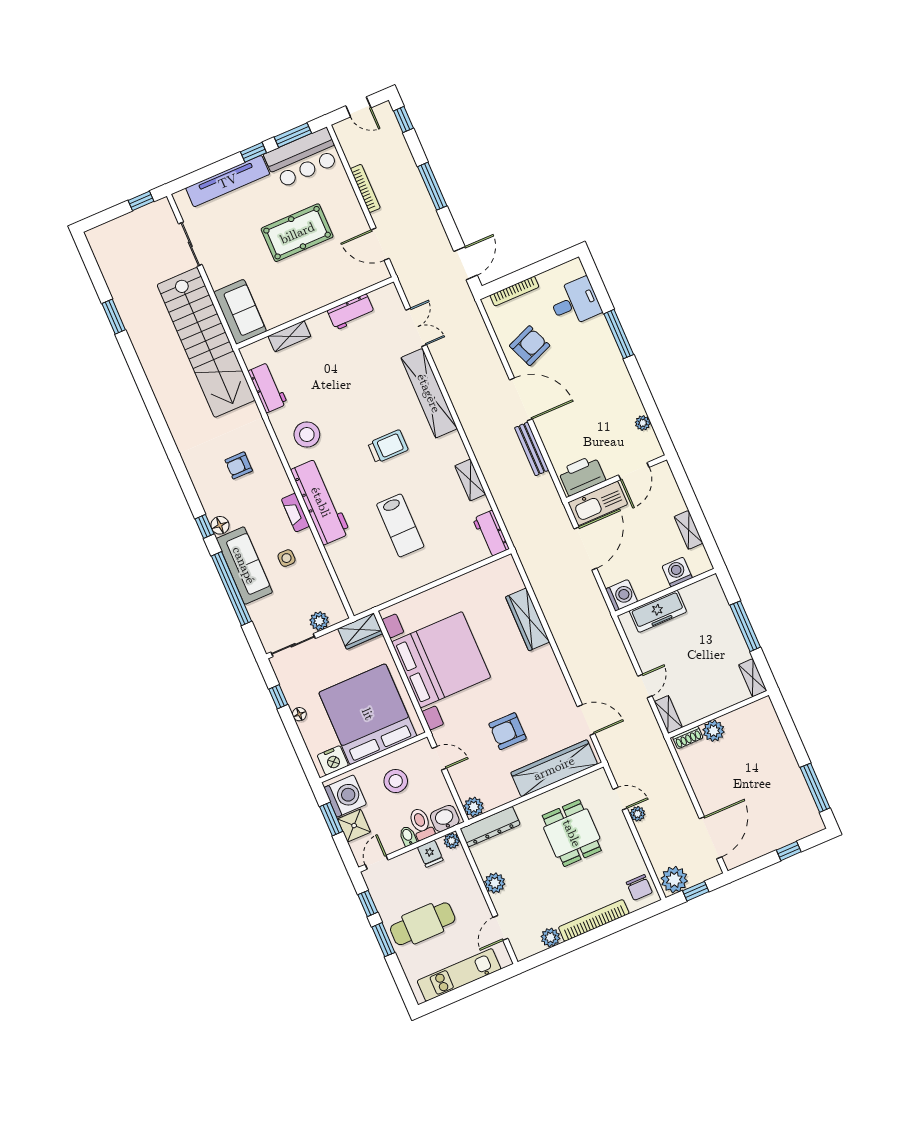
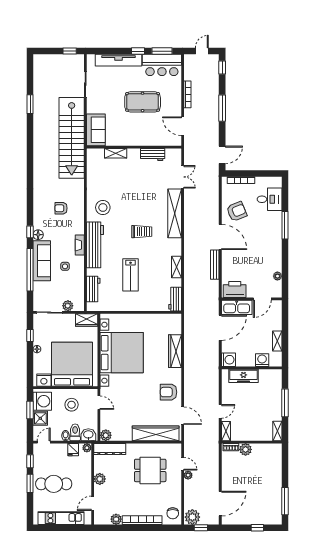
door: (358, 107) -> (202, 51), swing flipped
workbench: (268, 387) -> (93, 289), moved
armchair: (507, 731) -> (169, 392), moved
dining table: (572, 833) -> (150, 470), turned 90

